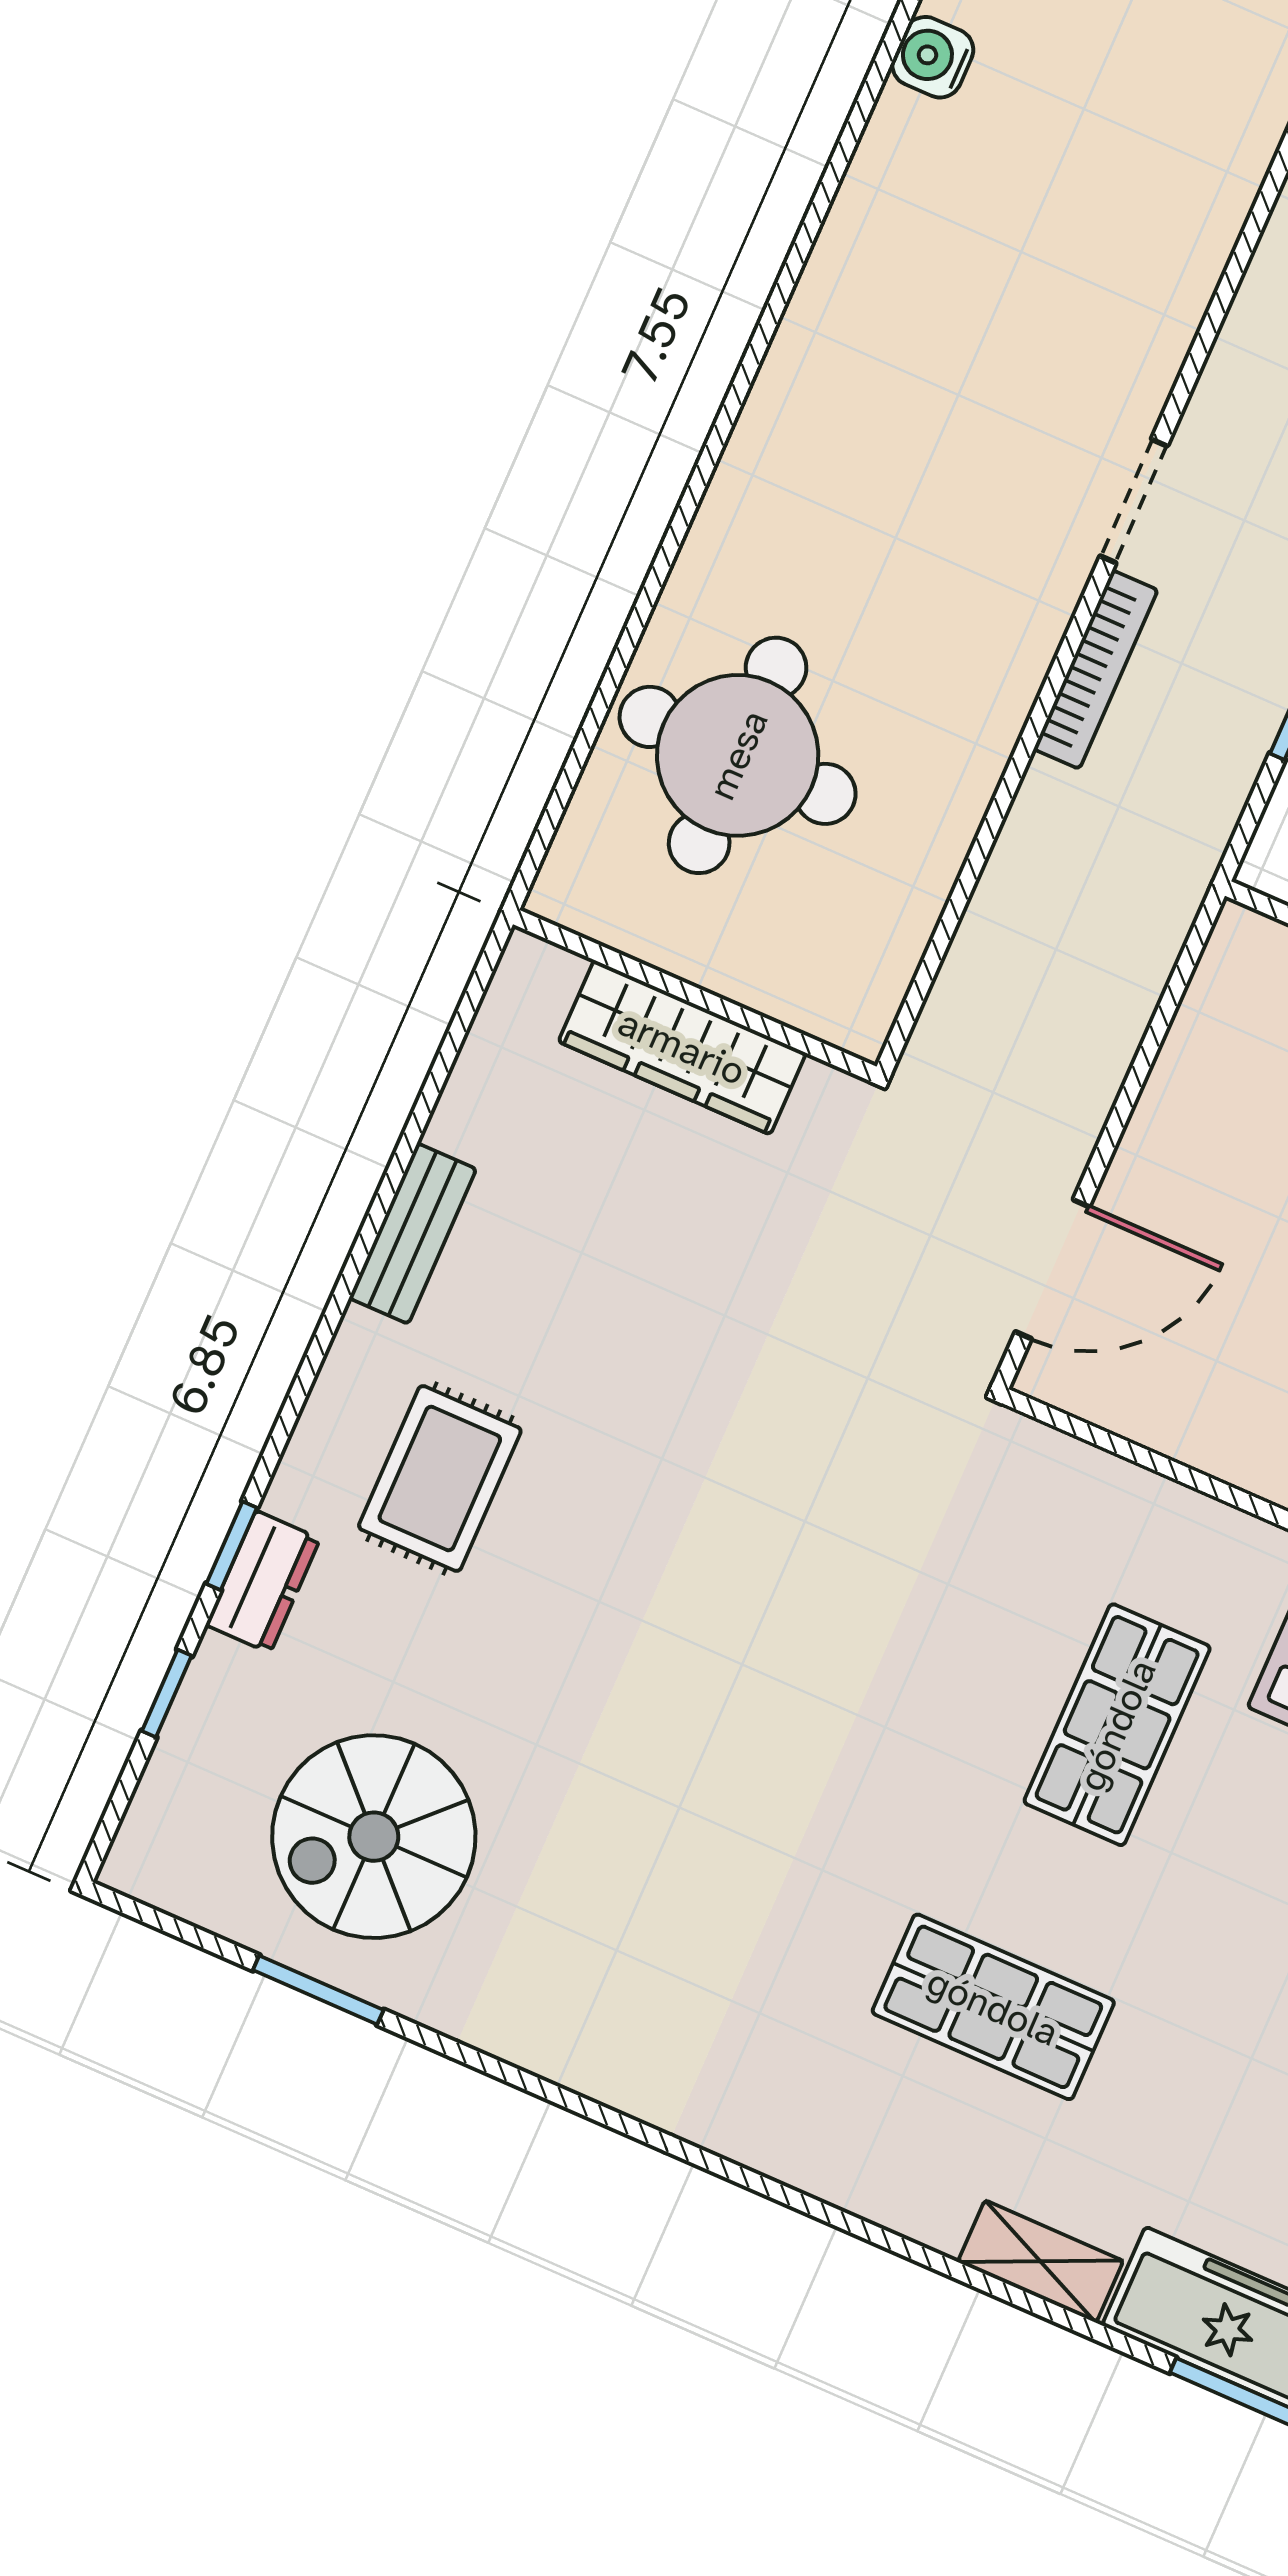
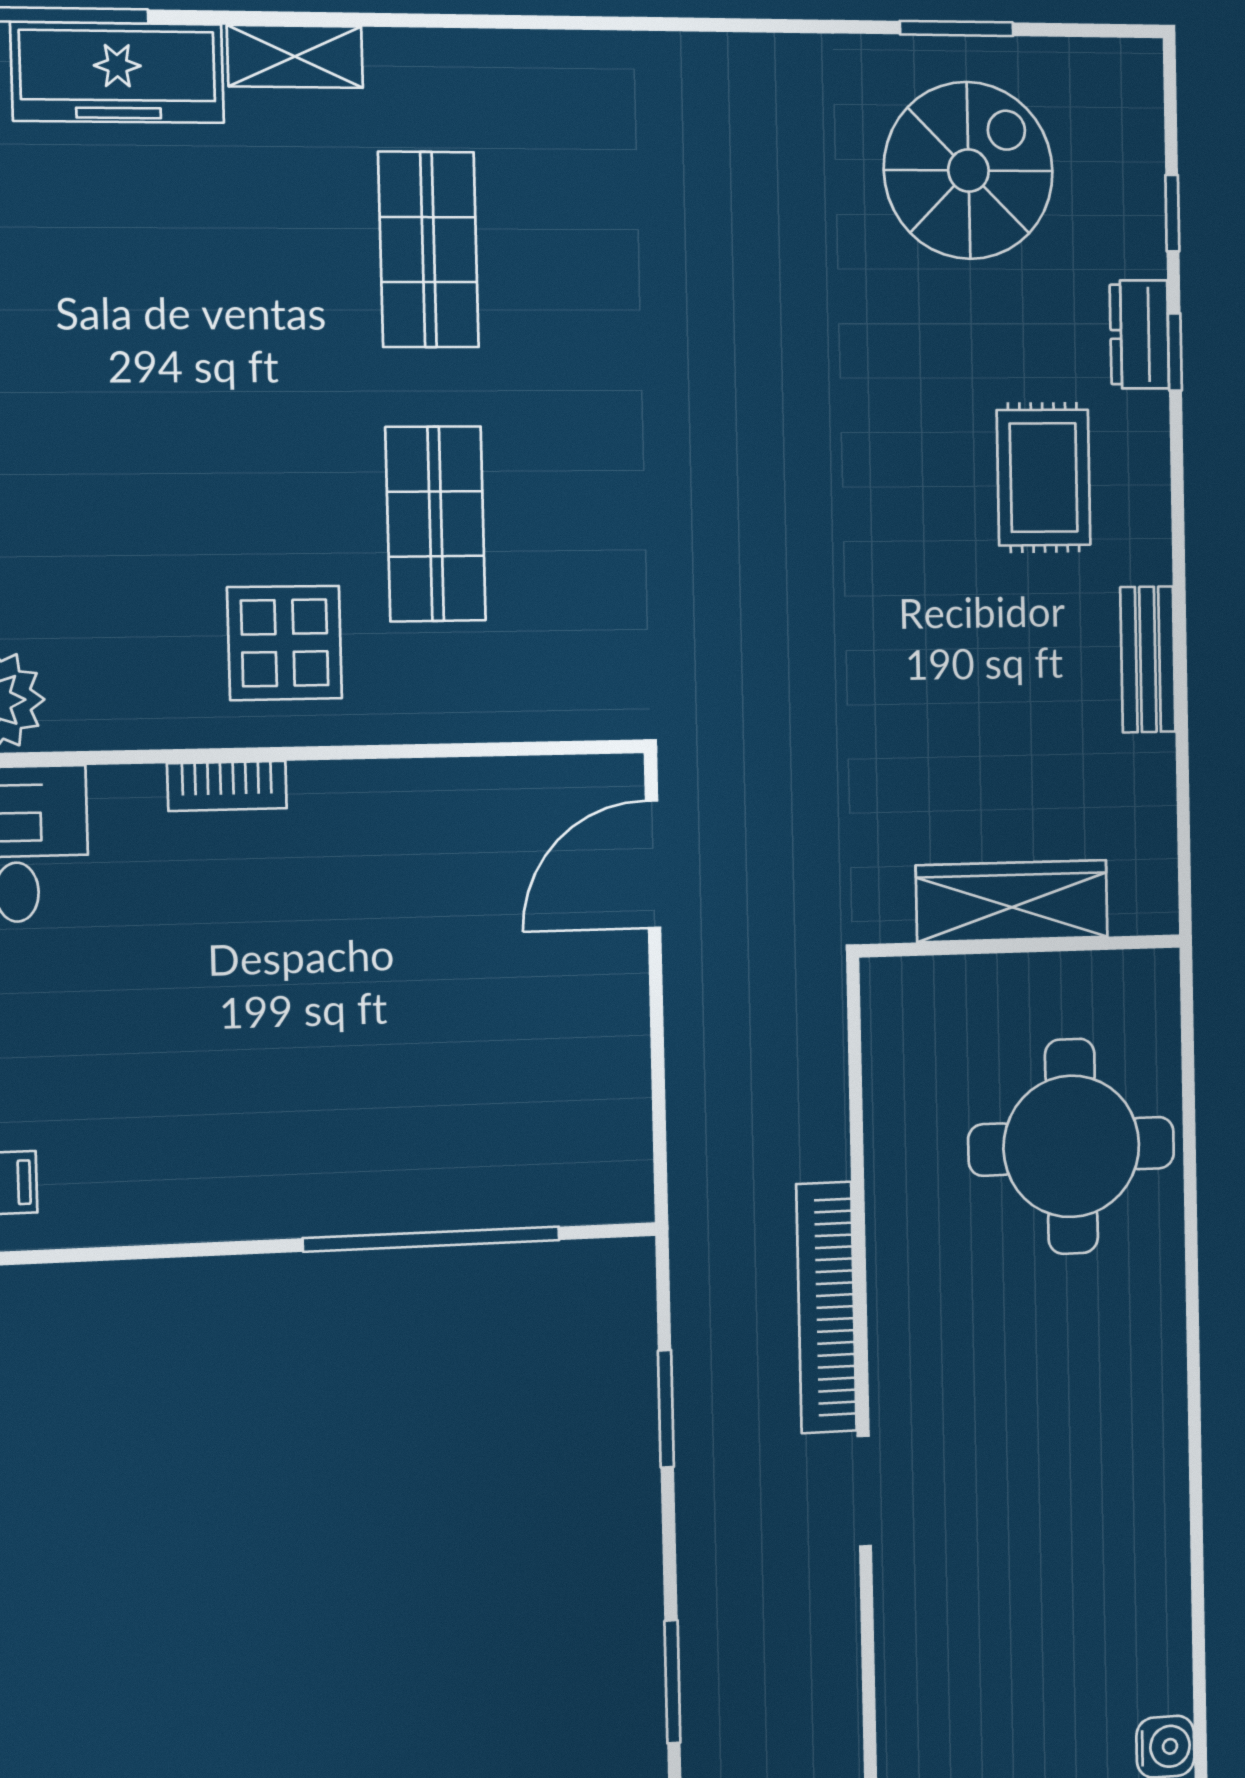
bookcase: (1096, 670) -> (826, 1308), width x1.48, depth x1.31
shop shelf: (993, 2007) -> (428, 250), turned 90

